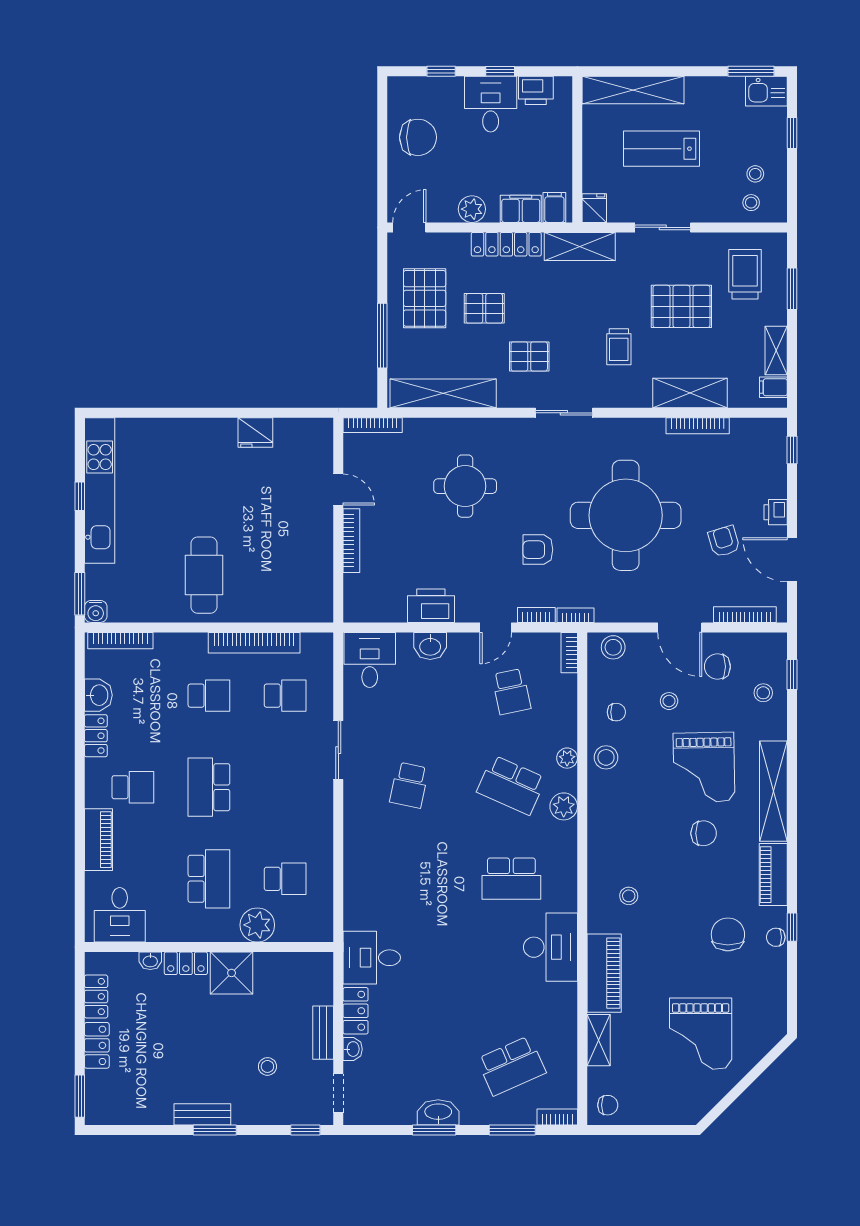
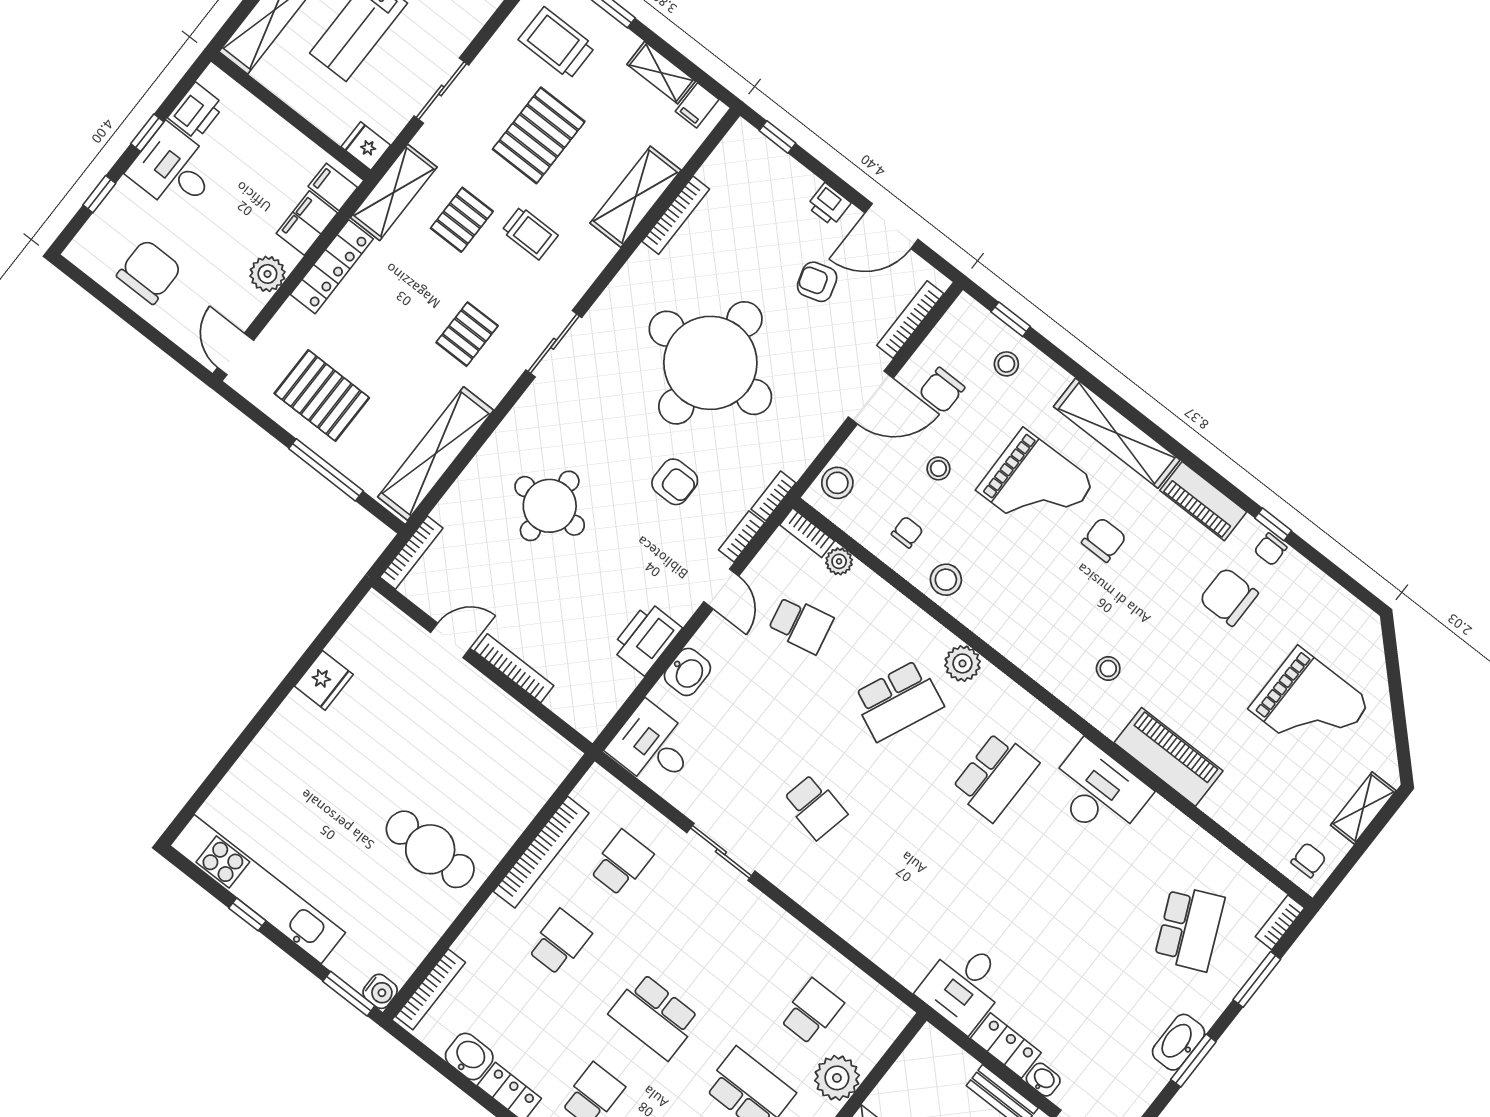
pallet: (484, 308) -> (462, 220), moved
armchair: (538, 550) -> (675, 482), turned -90
plant: (567, 758) -> (839, 561), moved
shelving: (599, 1040) -> (1363, 808), moved, turned 90

